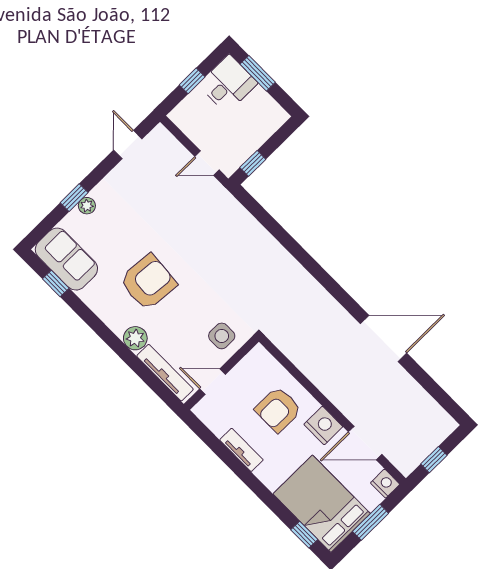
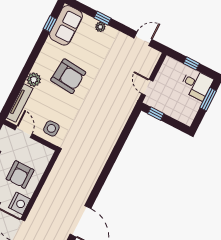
armchair: (278, 410) -> (20, 175), turned -90

